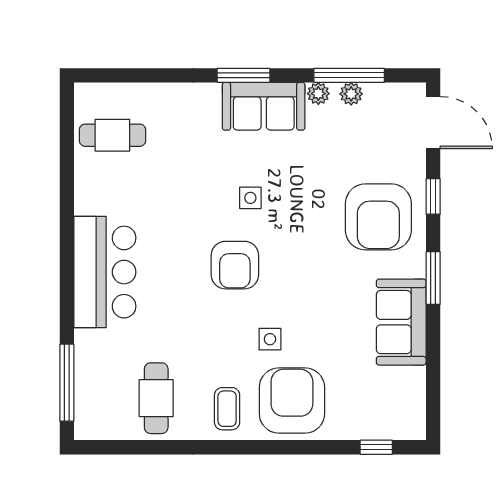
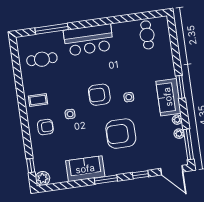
window: (349, 75) -> (189, 144), moved
door: (433, 123) -> (172, 170), hinge flipped
armchair: (378, 217) -> (121, 134), moved
window: (67, 383) -> (52, 29), moved
cafe table: (156, 398) -> (42, 59), moved
armchair: (292, 401) -> (45, 127), width x0.53, depth x0.53
plant: (410, 424) -> (43, 178), added

